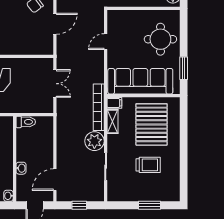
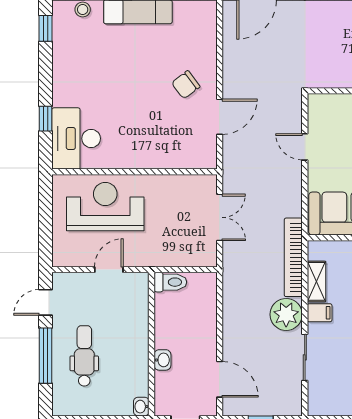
door: (106, 42) -> (305, 147), hinge flipped
filing cabinet: (114, 103) -> (320, 313), moved
door: (55, 180) -> (220, 379), swing flipped

